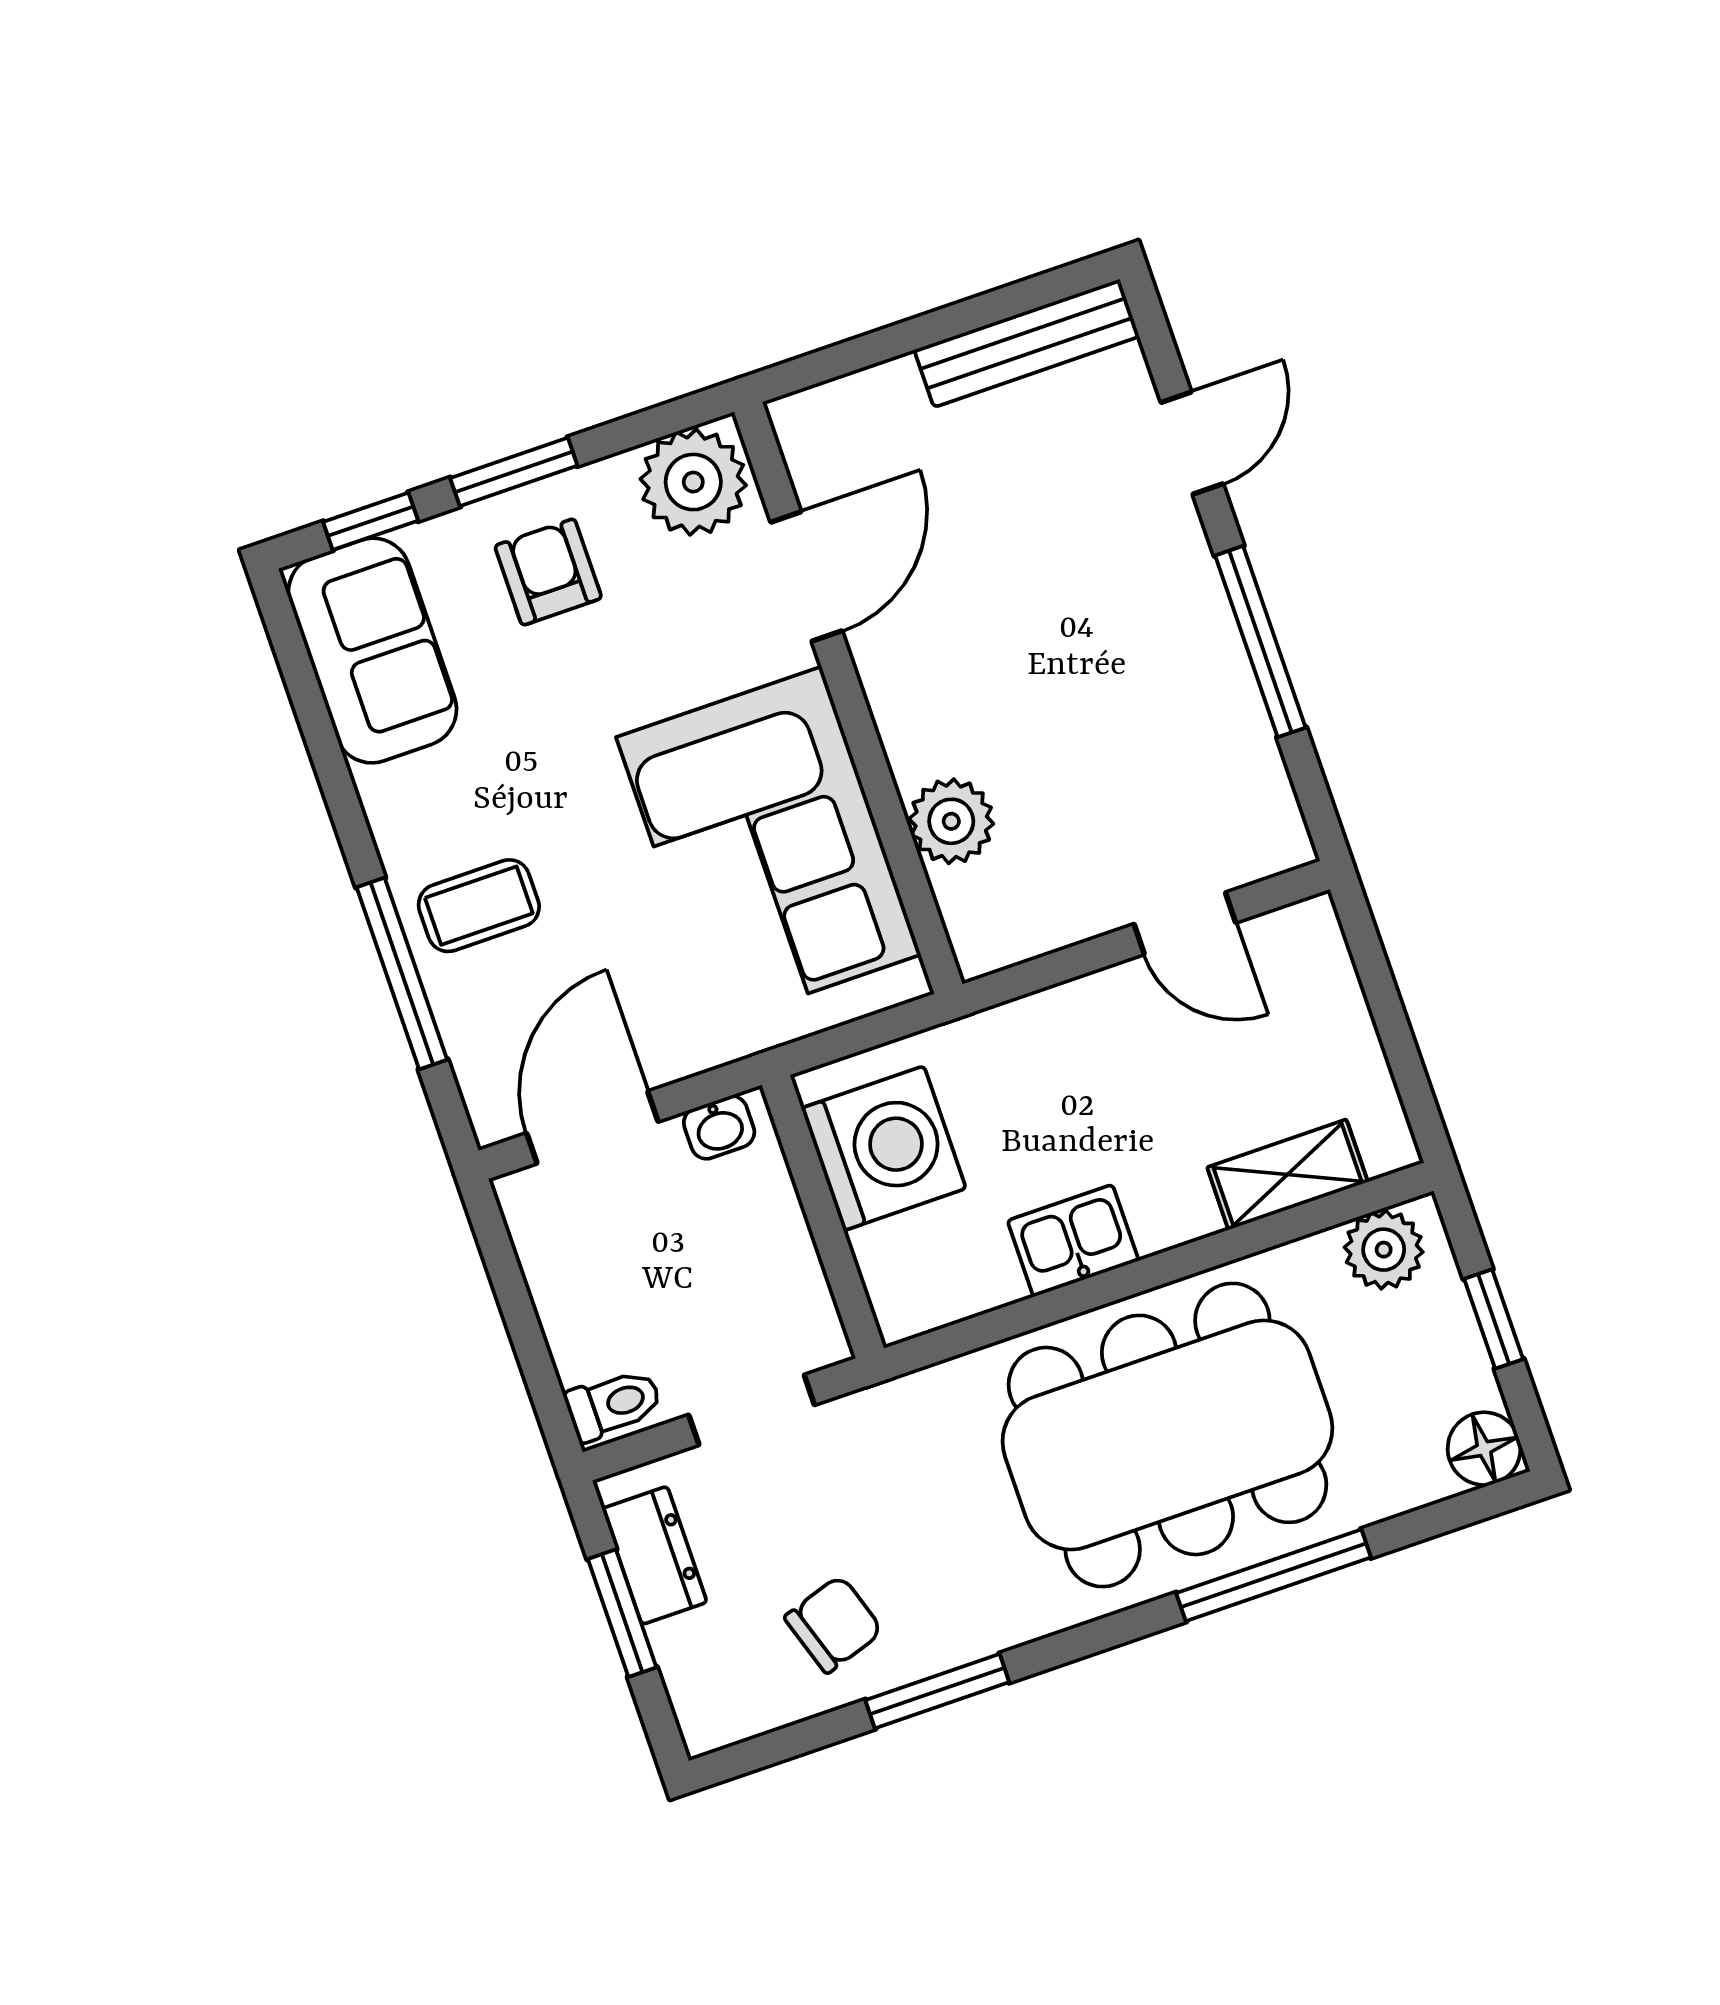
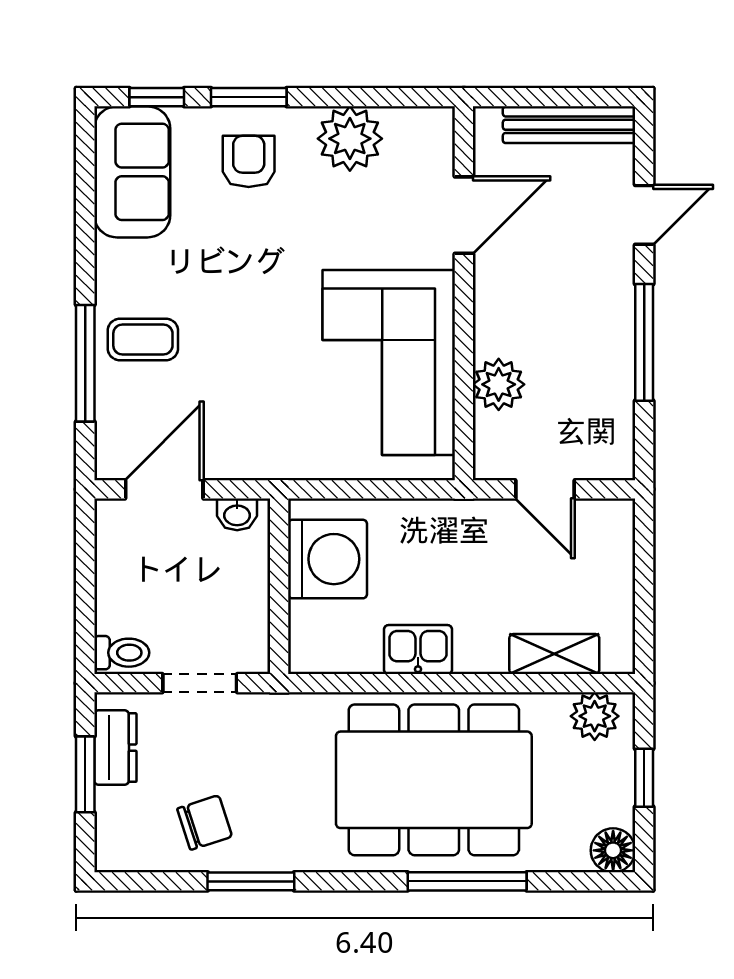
door: (806, 576) -> (464, 215), moved
wall: (848, 698) -> (464, 293), moved
plant: (951, 821) -> (499, 384), moved
corner sofa: (768, 846) -> (389, 362), moved

